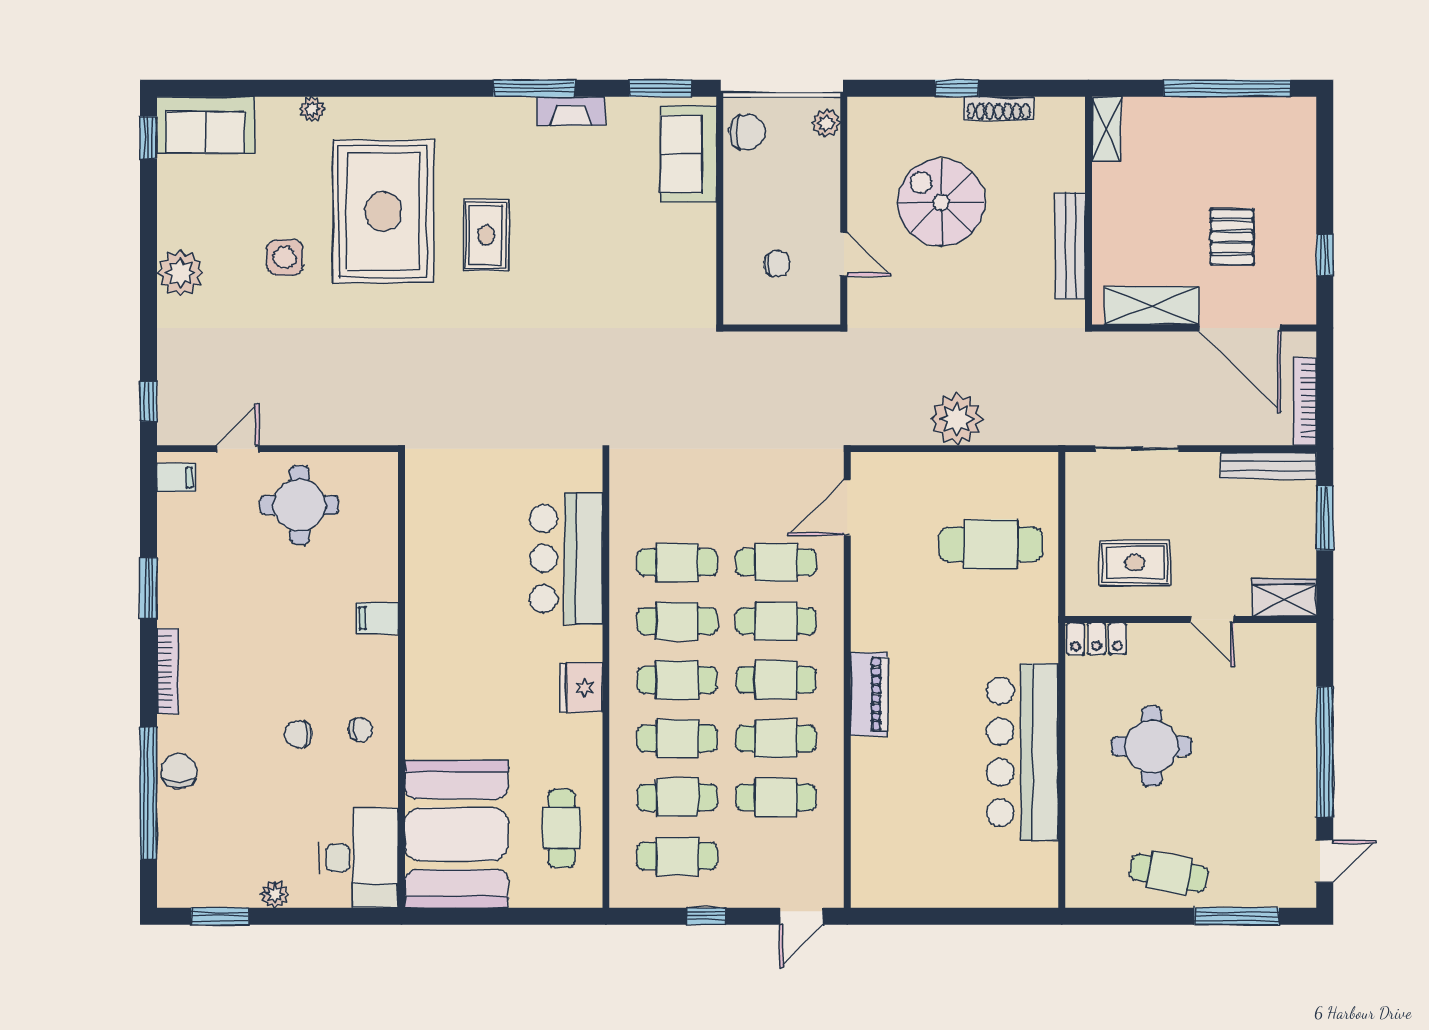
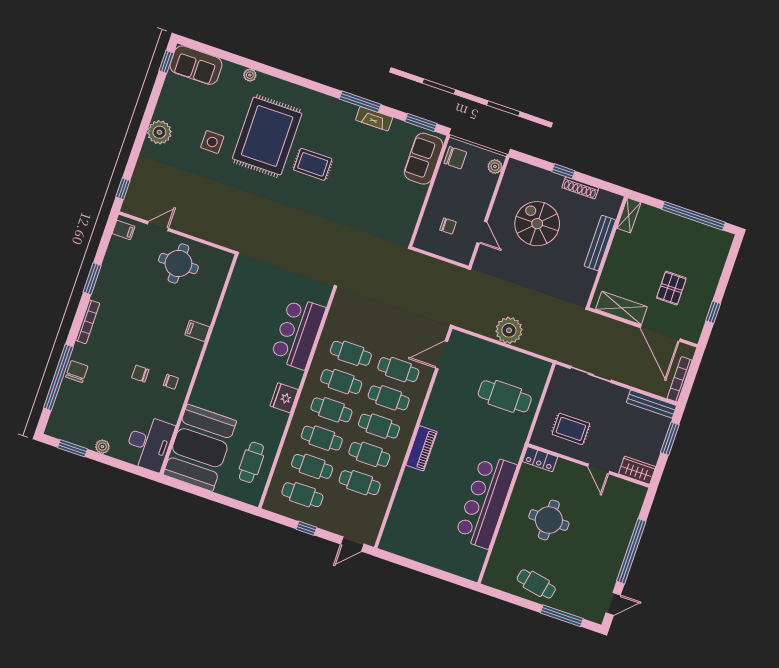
rug: (486, 235) -> (313, 164), turned 90
bench: (1070, 246) -> (600, 243), moved

